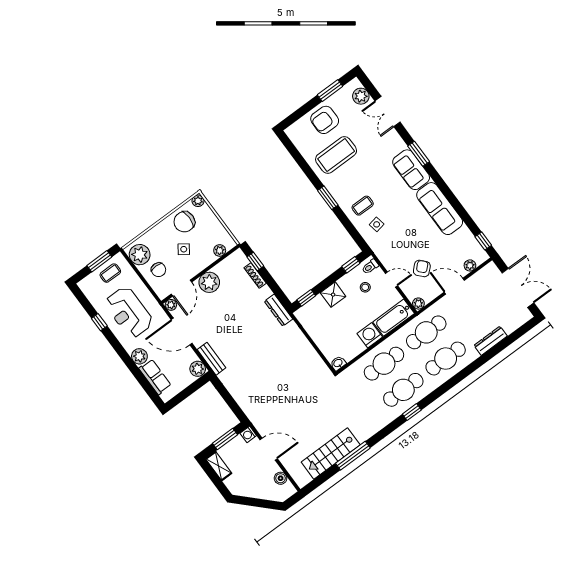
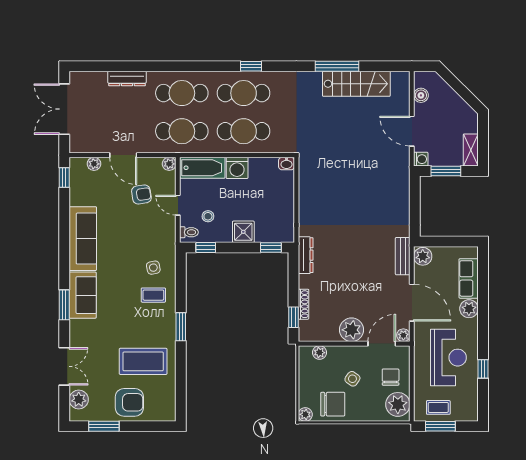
armchair: (422, 268) -> (141, 194), turned -146

